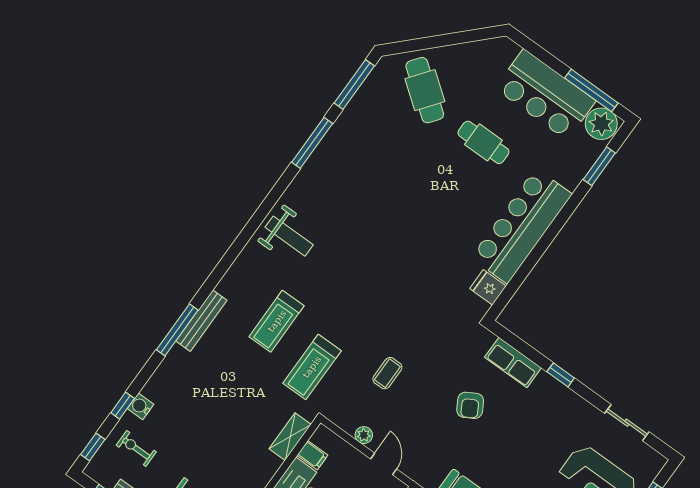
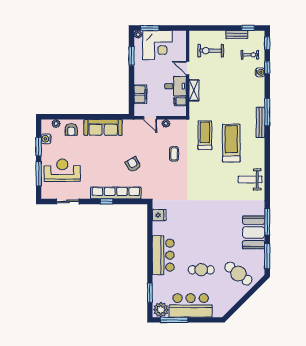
booth: (348, 142) -> (254, 232), added
bar counter: (522, 226) -> (163, 255), width x0.73
treadmill: (277, 321) -> (231, 143), width x1.37, depth x1.38
row of seats: (513, 363) -> (116, 193), width x2.02
shelving: (290, 437) -> (194, 90), moved

